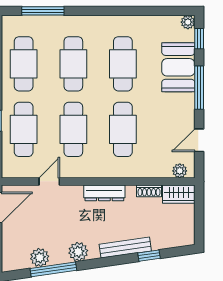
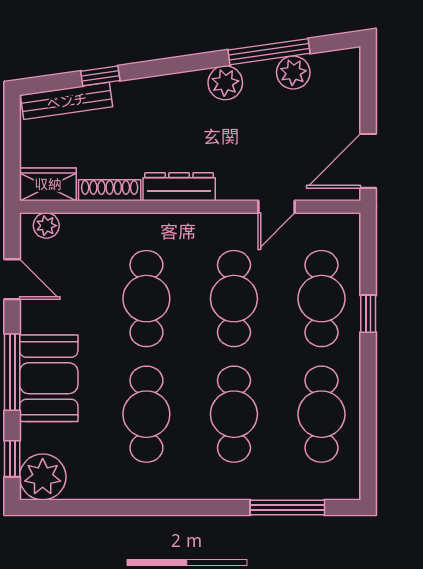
plant: (188, 22) -> (43, 477), width x1.87, depth x1.87
booth: (178, 67) -> (49, 378), moved
door: (199, 140) -> (12, 279), hinge flipped
shoe rack: (149, 191) -> (110, 190), width x1.43
bench: (125, 248) -> (67, 101), moved

